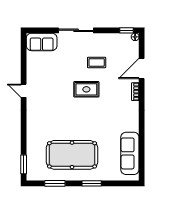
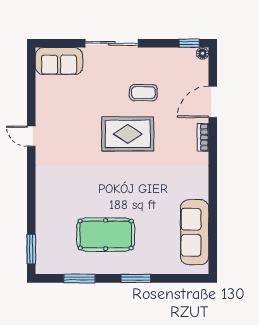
rug: (86, 89) -> (128, 134), width x1.36, depth x1.43
pool table: (72, 155) -> (106, 235), width x0.73, depth x0.76

